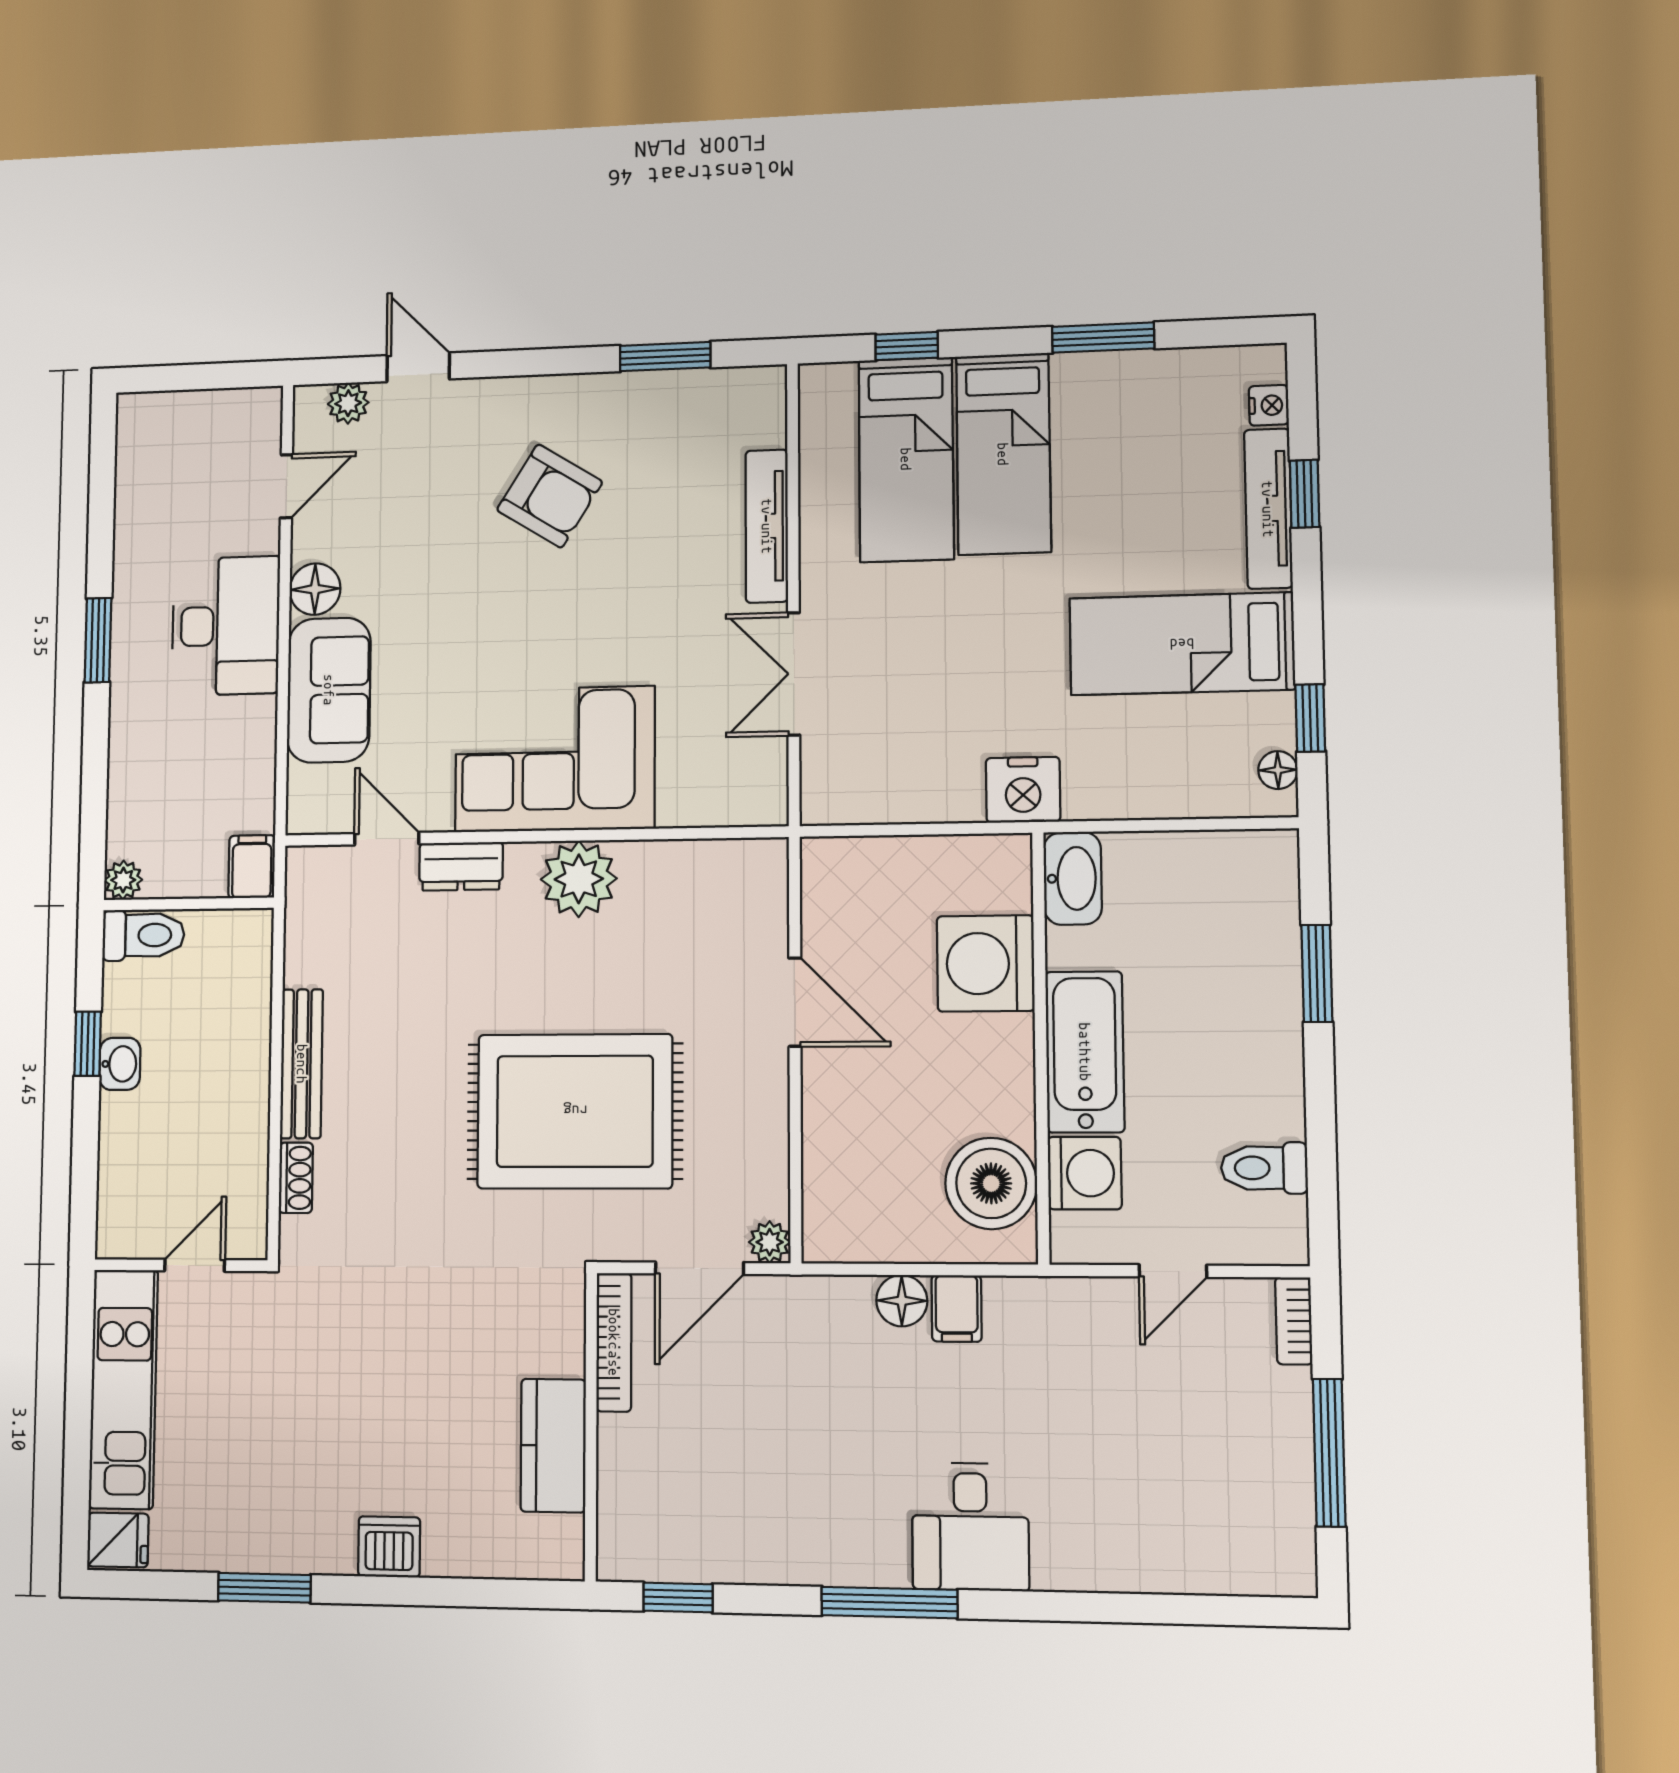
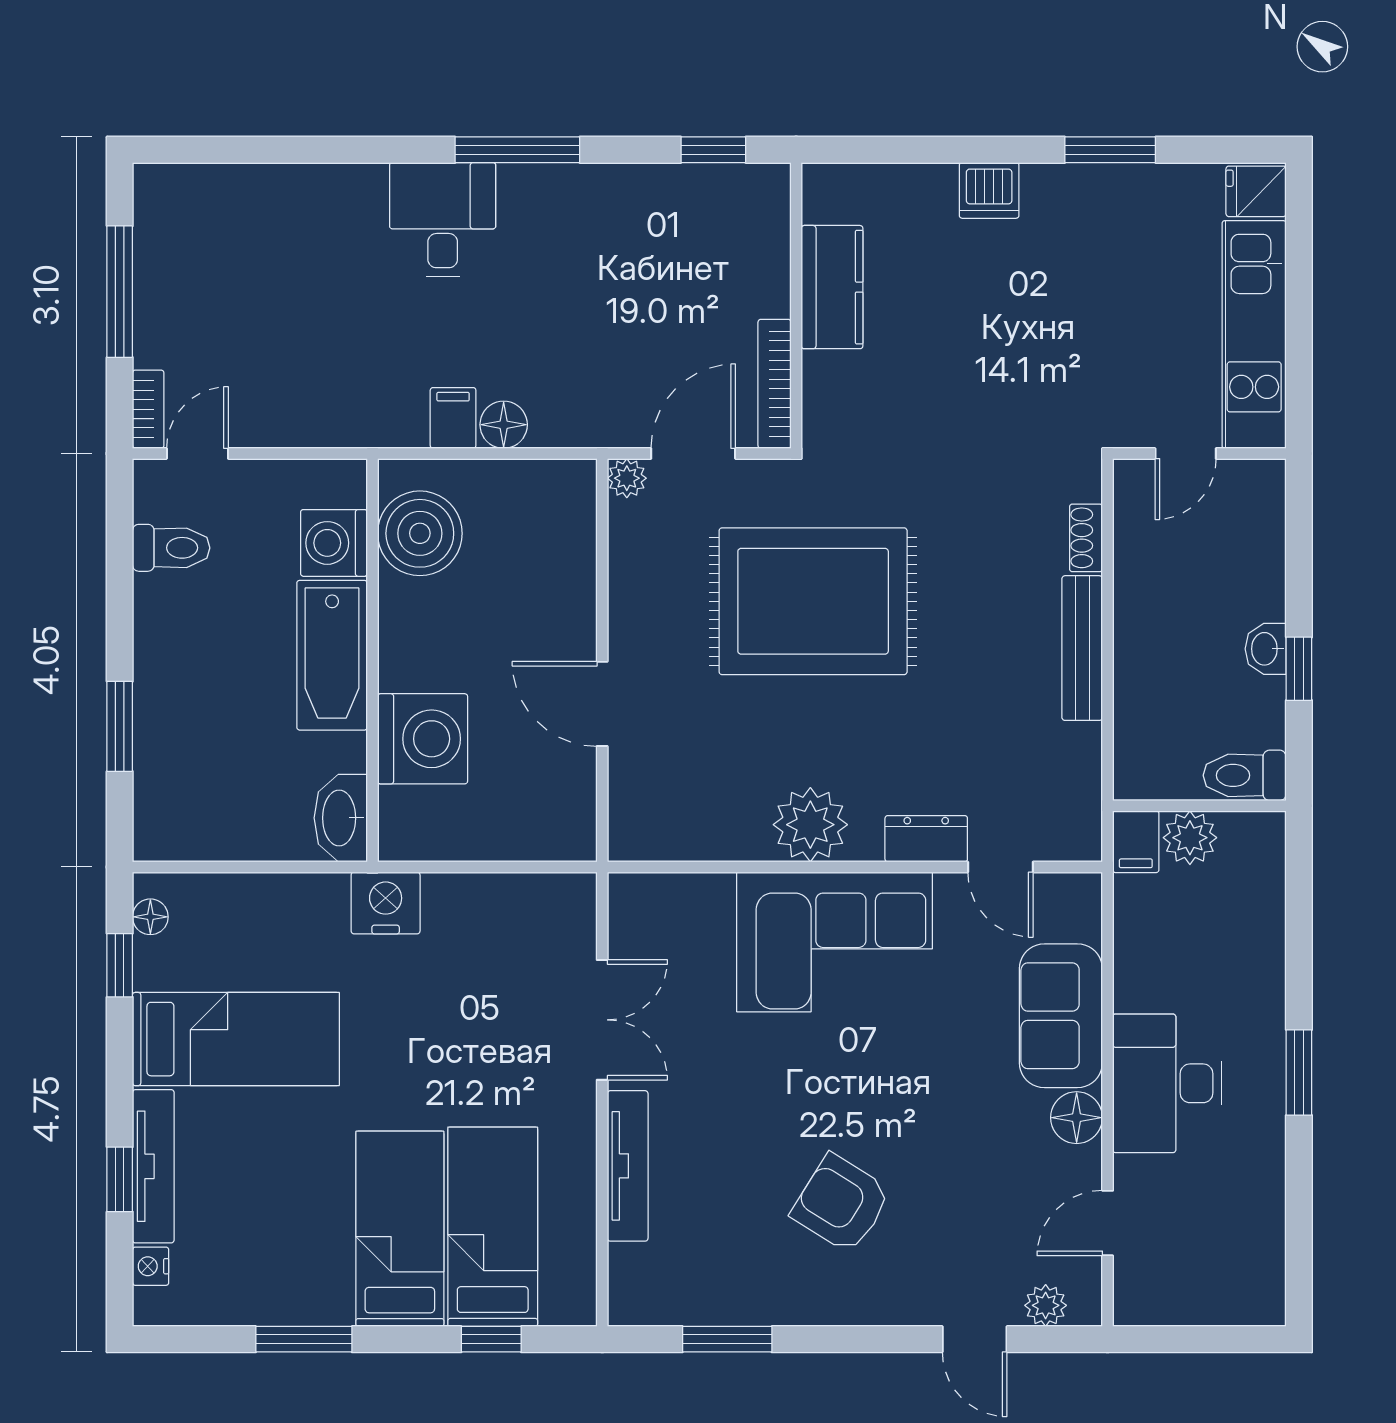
plant: (123, 880) -> (1190, 838), moved, width x1.38, depth x1.38
door: (1173, 1271) -> (197, 453), moved

